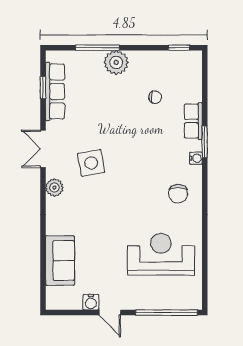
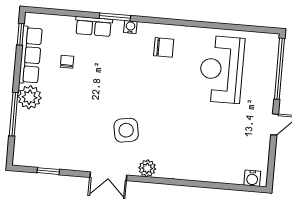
row of seats: (55, 91) -> (31, 55), moved, turned 90
sofa: (60, 261) -> (219, 169), removed
water cooler: (91, 302) -> (252, 178), moved, turned 90

